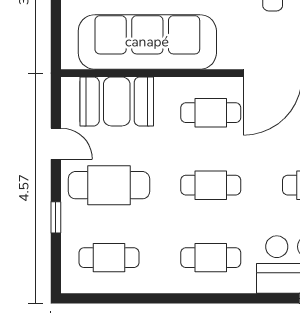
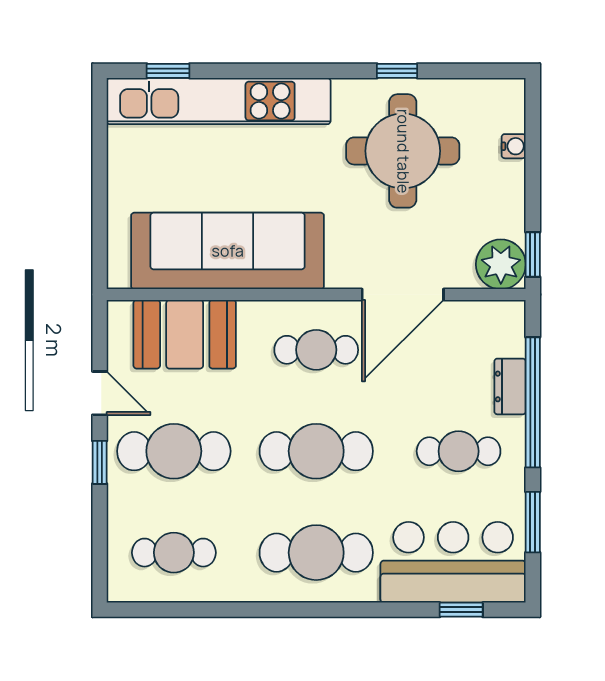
cafe table: (211, 185) -> (316, 451), width x1.37, depth x1.35
window: (56, 217) -> (100, 462), moved
cafe table: (211, 258) -> (316, 553), width x1.37, depth x1.35

